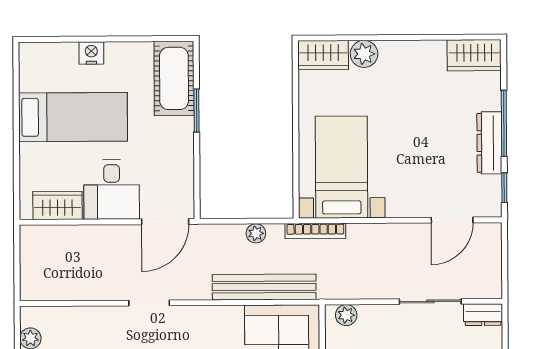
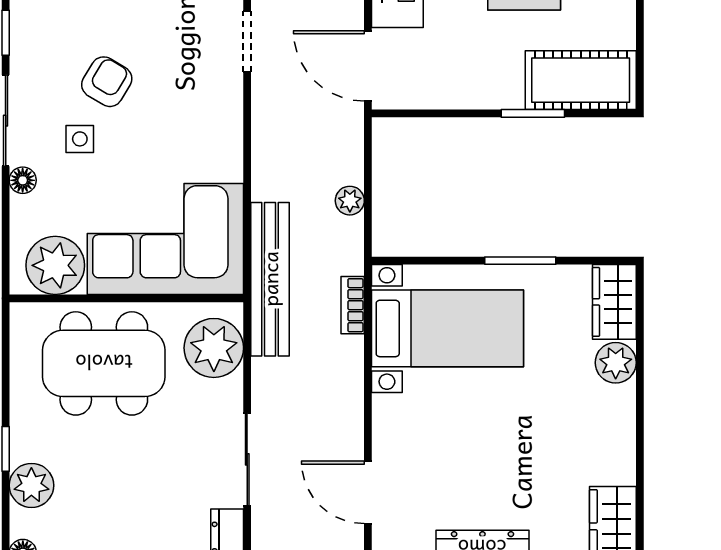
window: (296, 118) -> (520, 261), added
bookcase: (315, 231) -> (353, 305), width x0.64
bench: (264, 287) -> (270, 279), moved
plant: (346, 315) -> (214, 348), width x1.87, depth x1.87

